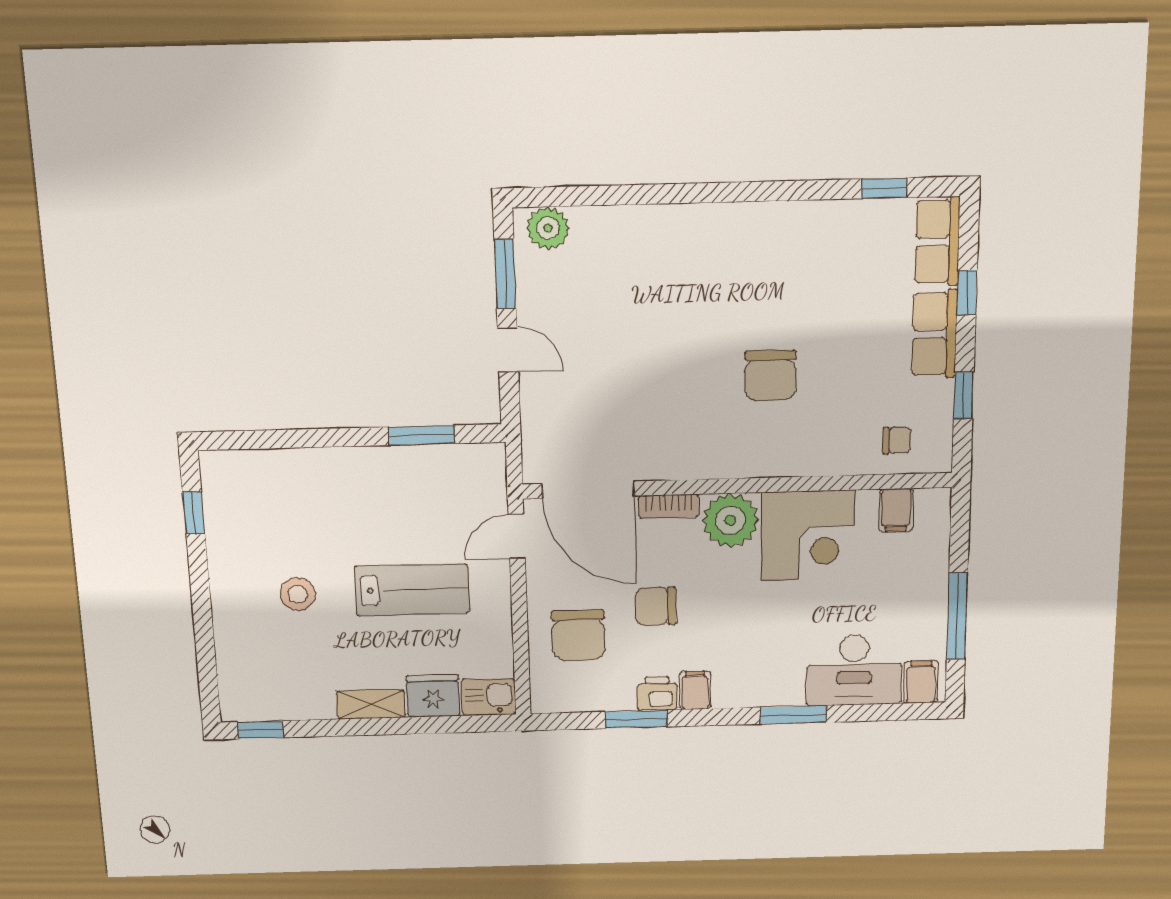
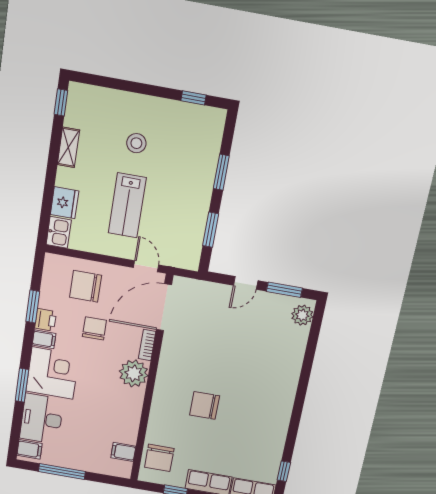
window: (312, 438) -> (221, 172), added
chair: (897, 440) -> (159, 458), width x1.87, depth x1.87
corner desk: (808, 536) -> (53, 373), moved, turned 180
shelving: (371, 704) -> (68, 147), moved

